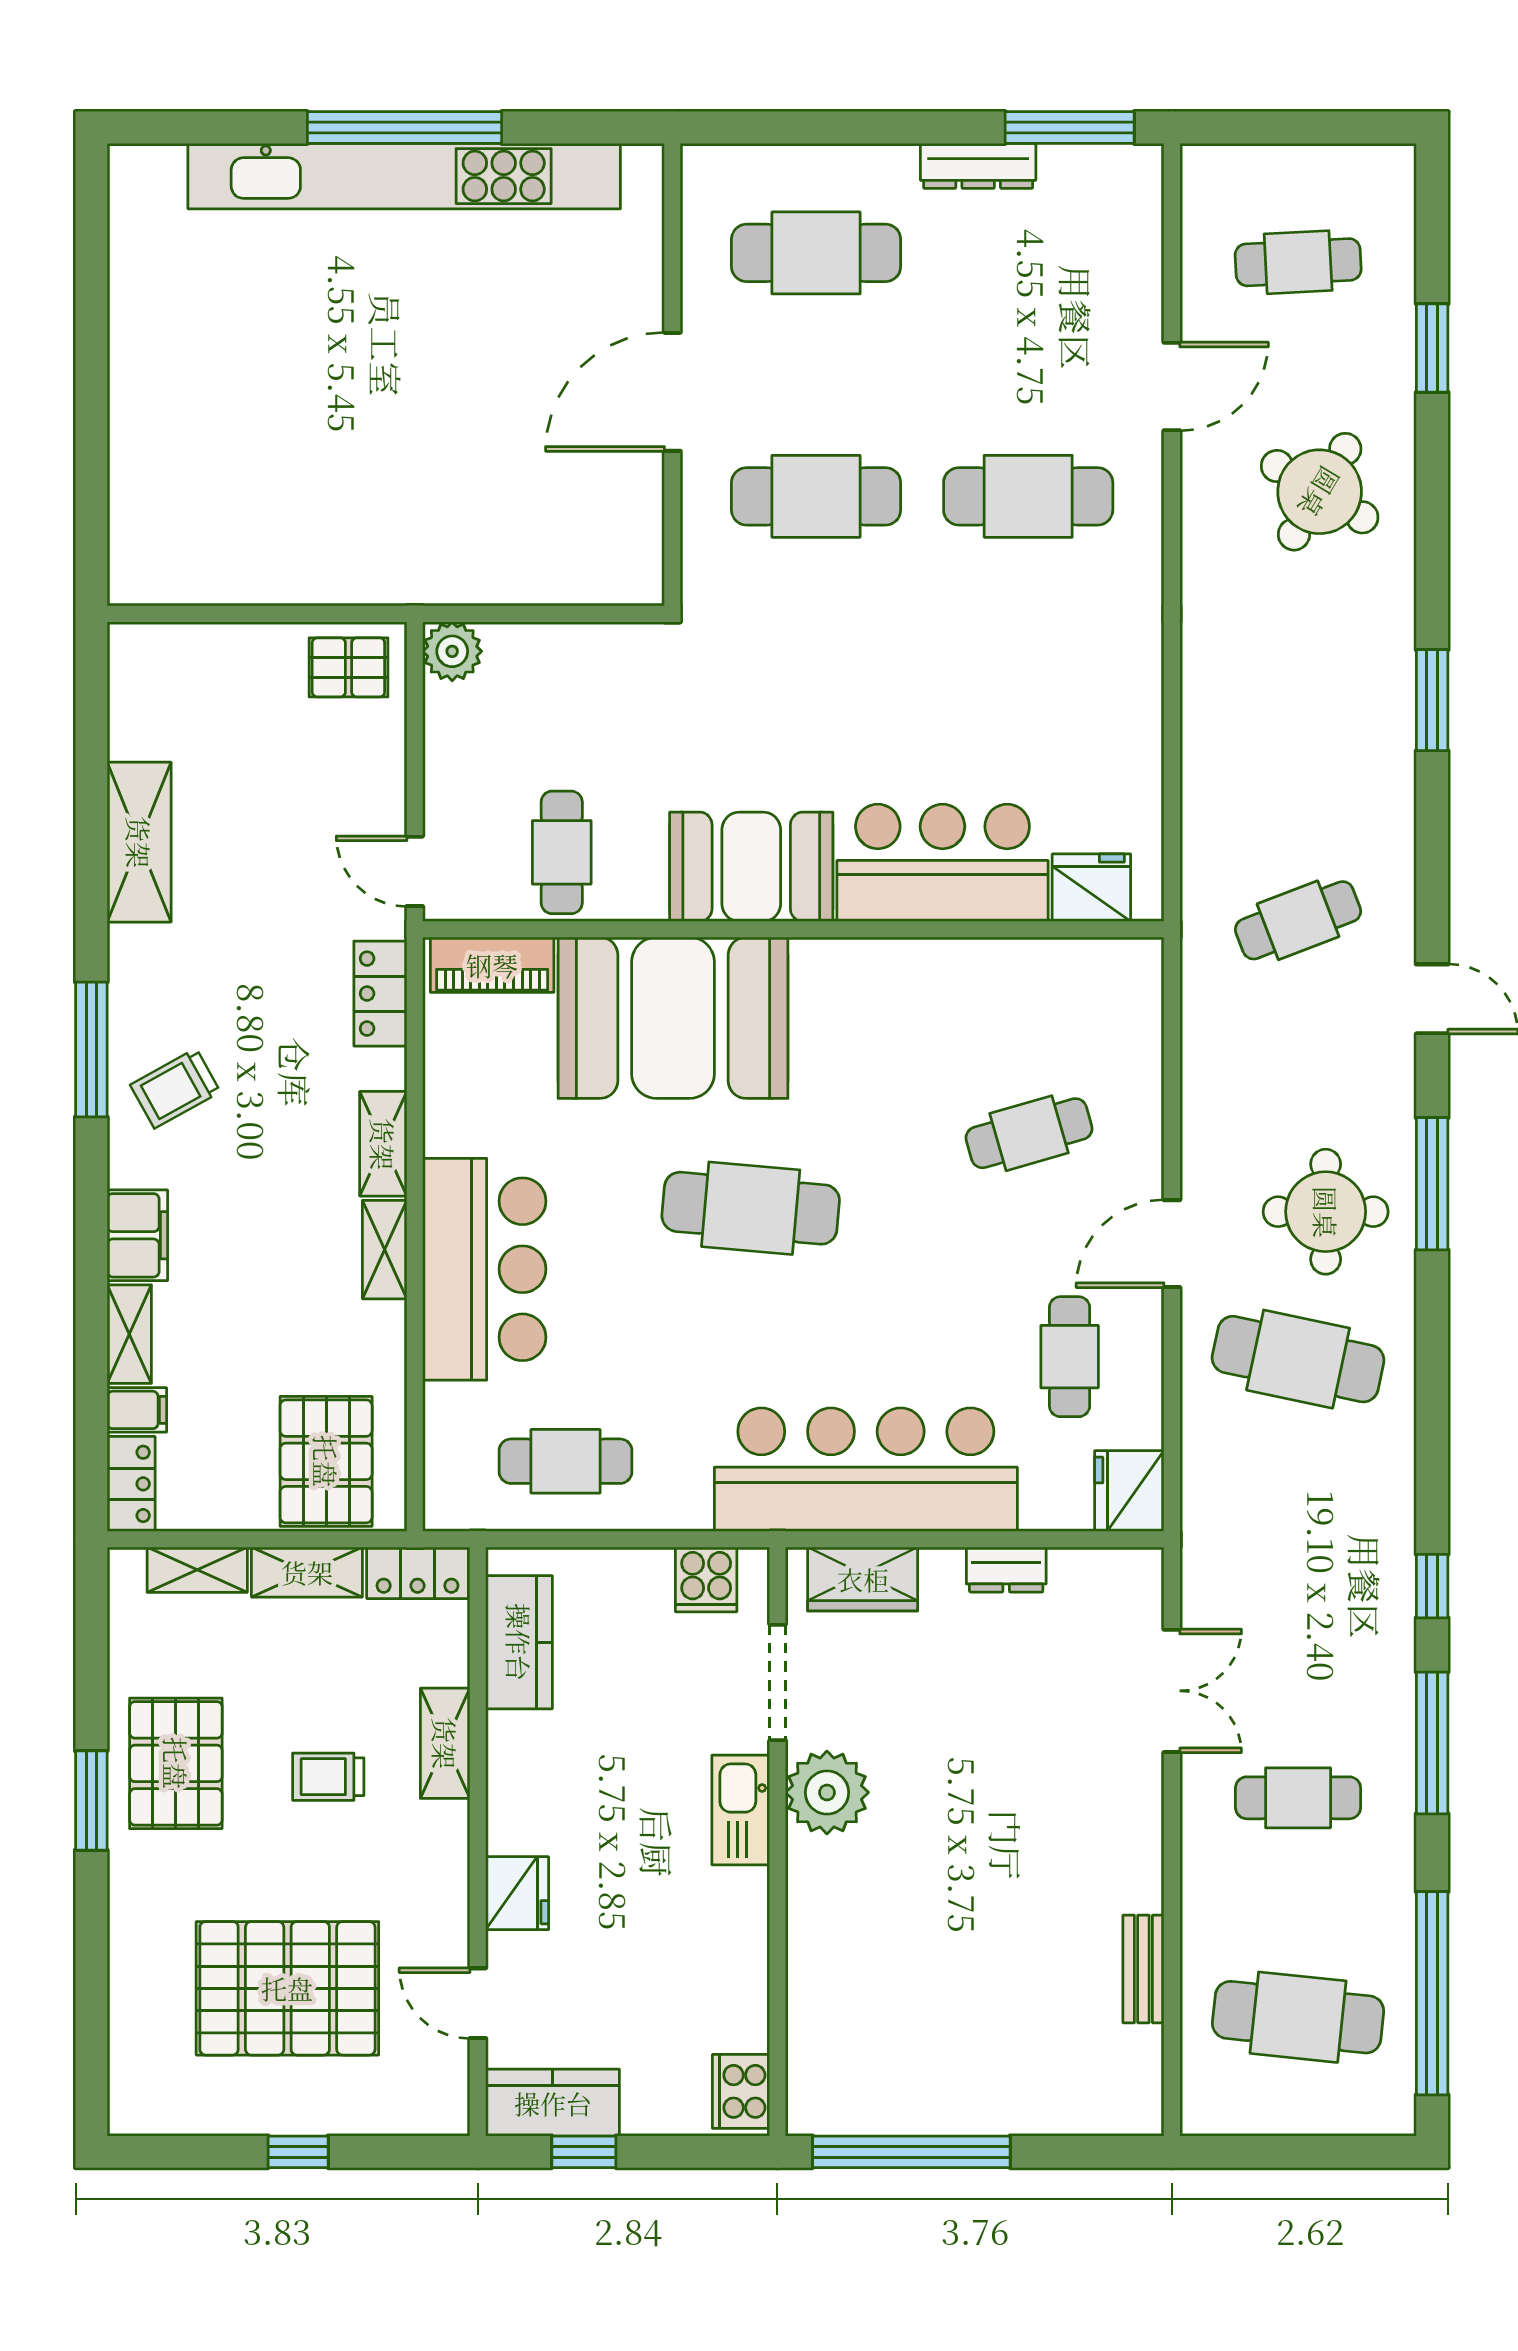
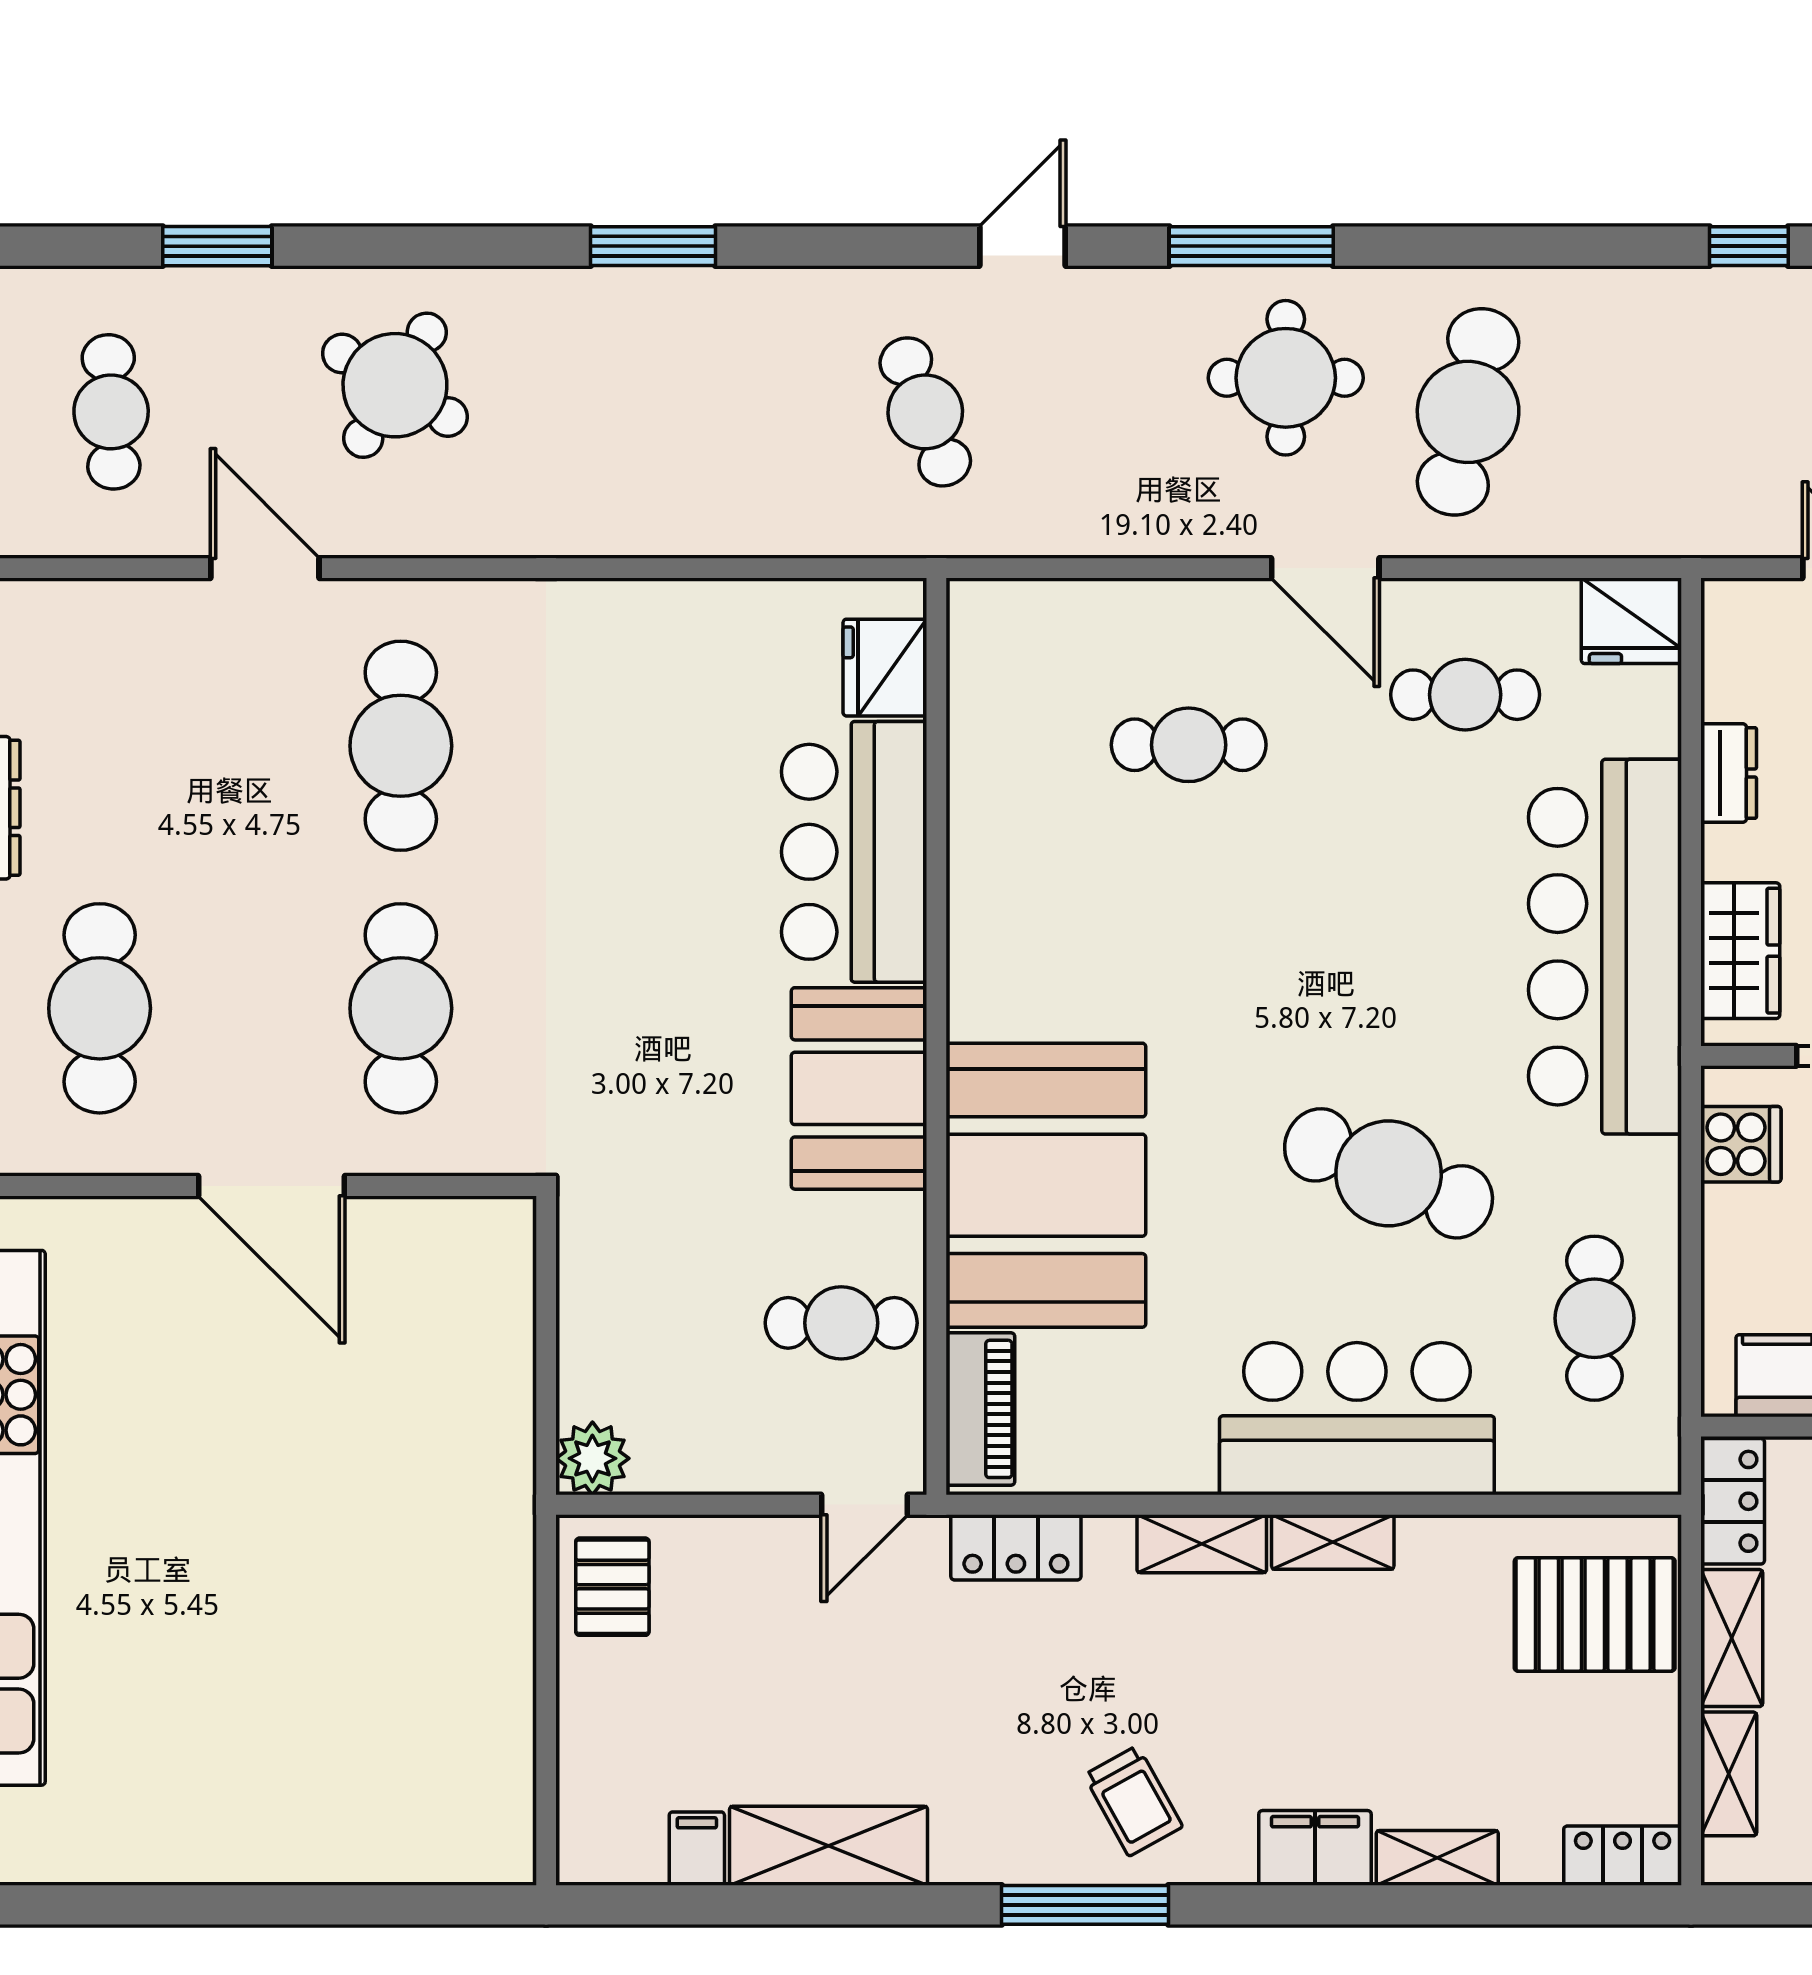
cafe table: (1029, 1133) -> (1189, 745), turned -74
cafe table: (751, 1208) -> (1389, 1173), moved, turned -73
filing cabinet: (137, 1410) -> (697, 1849), moved

